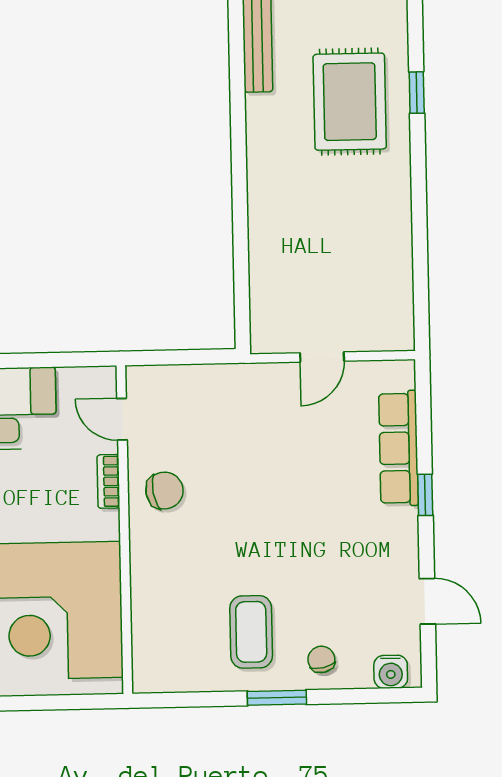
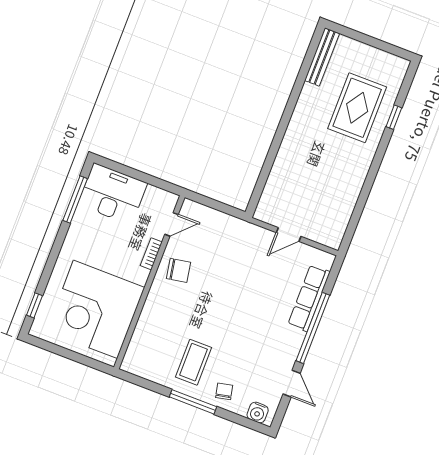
door: (122, 419) -> (172, 224), swing flipped
window: (425, 495) -> (313, 328), width x3.17
window: (277, 698) -> (193, 402), width x1.44

